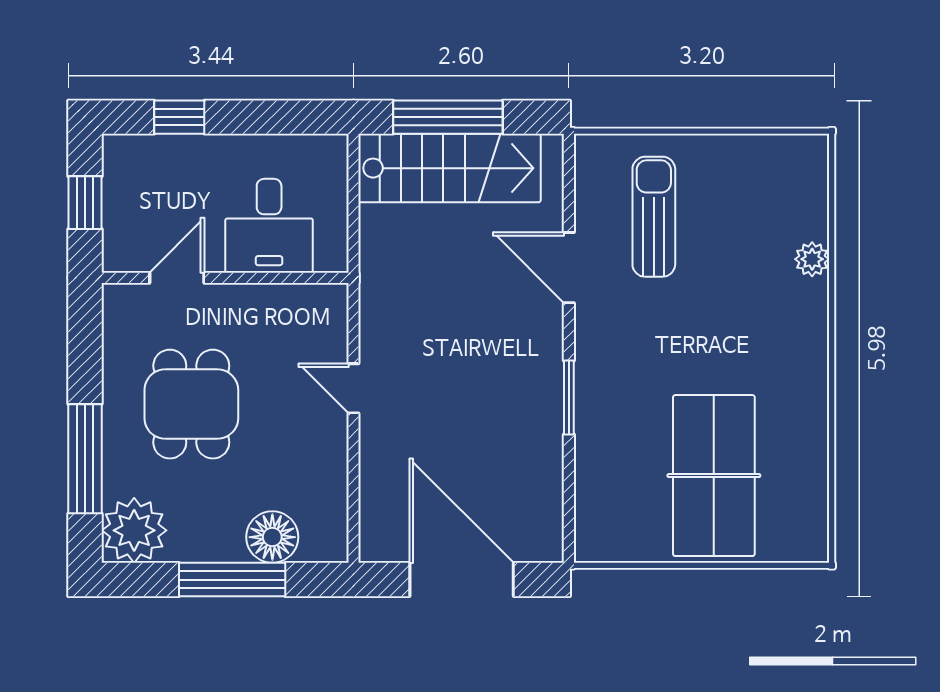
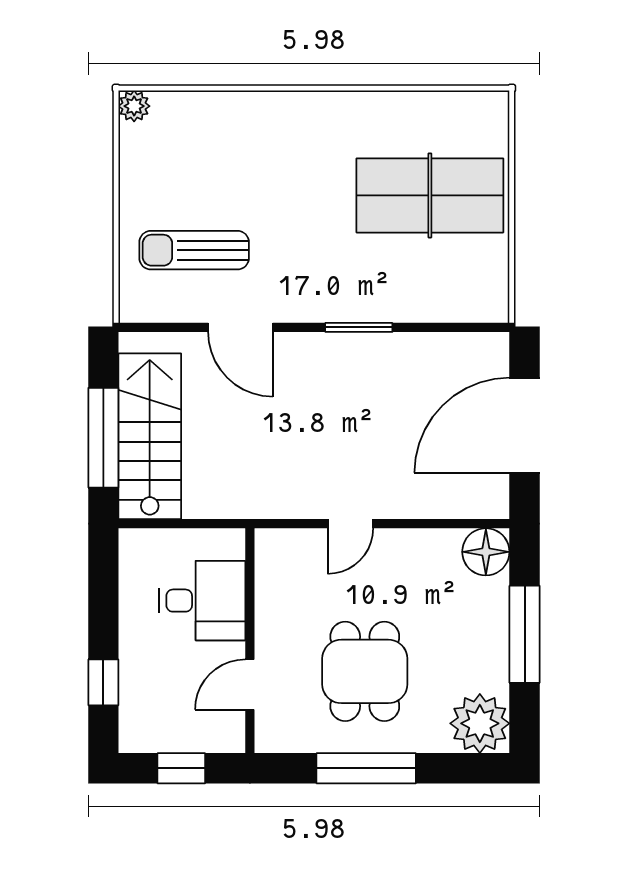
plant: (812, 259) -> (134, 106), moved
door: (569, 268) -> (241, 327), hinge flipped
door: (177, 278) -> (250, 685), hinge flipped
dining table: (191, 404) -> (365, 671), turned 90
window: (85, 459) -> (366, 768), moved
floor lamp: (272, 537) -> (486, 552), moved

